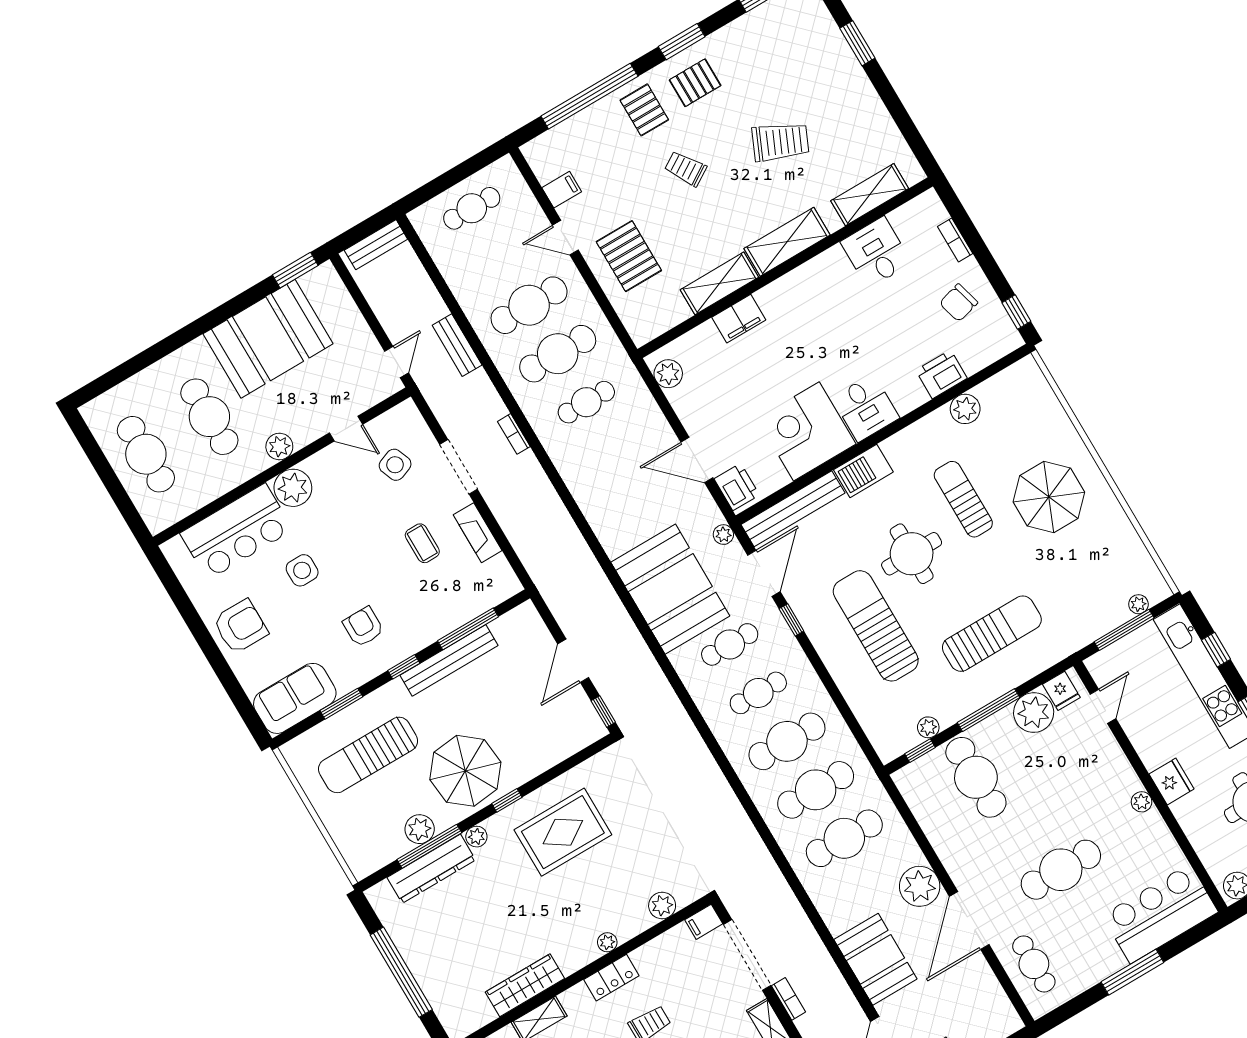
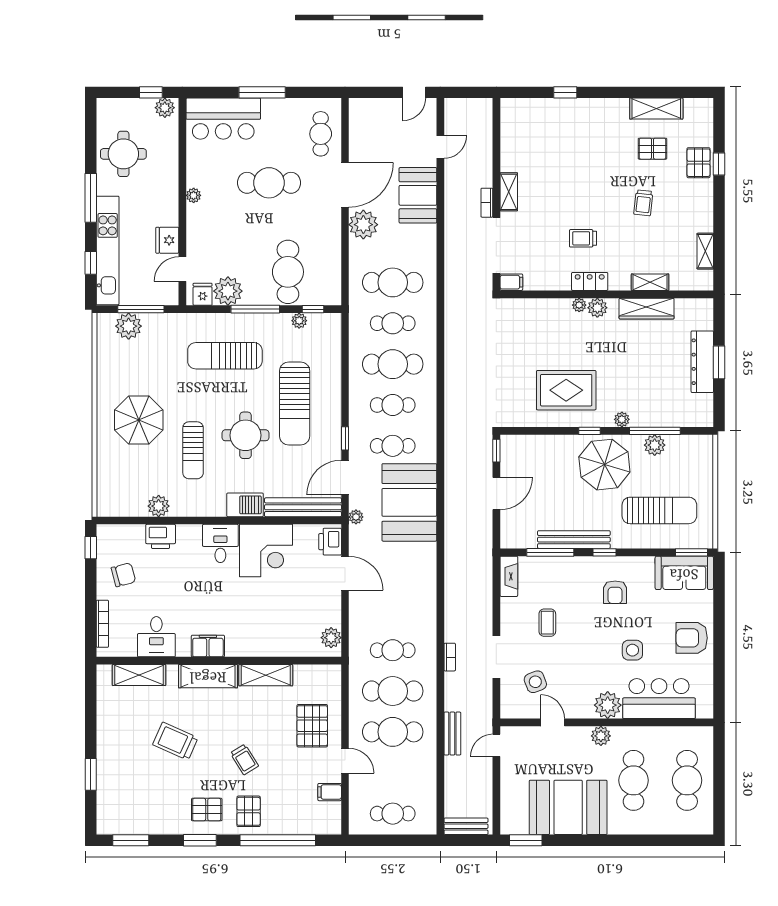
bookcase: (955, 240) -> (102, 624), width x1.56
filing cabinet: (739, 319) -> (208, 646), moved
fireplace: (478, 533) -> (509, 576), moved
plant: (1138, 604) -> (129, 326), width x1.87, depth x1.87
window: (341, 704) -> (692, 552), moved
fridge: (1171, 782) -> (167, 240), moved
cafe table: (816, 790) -> (393, 323), width x0.73, depth x0.74
dresser: (431, 869) -> (702, 362), moved, turned -90
plant: (662, 905) -> (597, 308), moved
window: (401, 972) -> (719, 362), width x0.47

